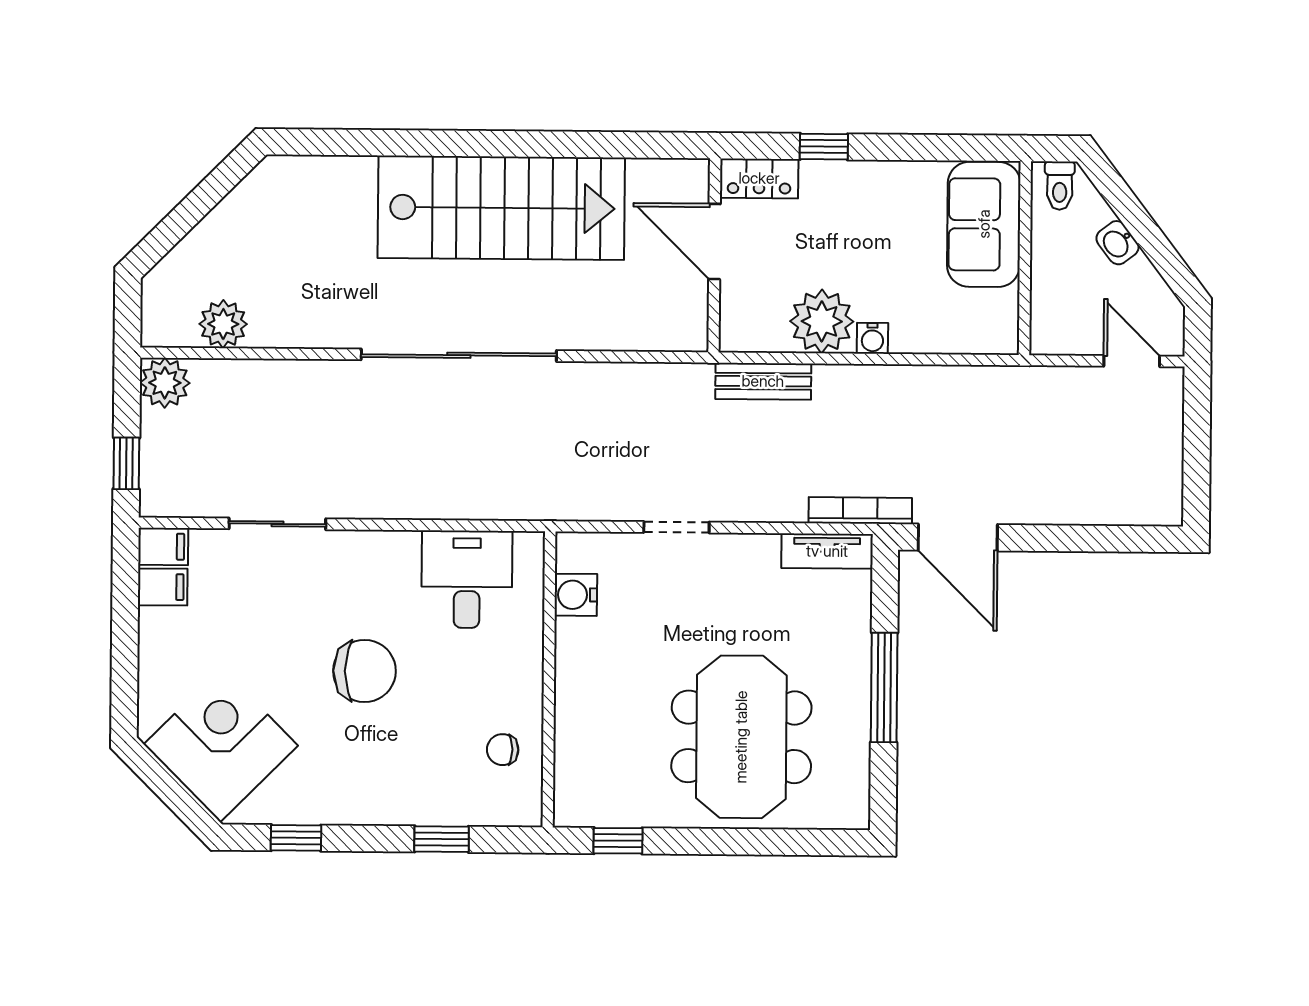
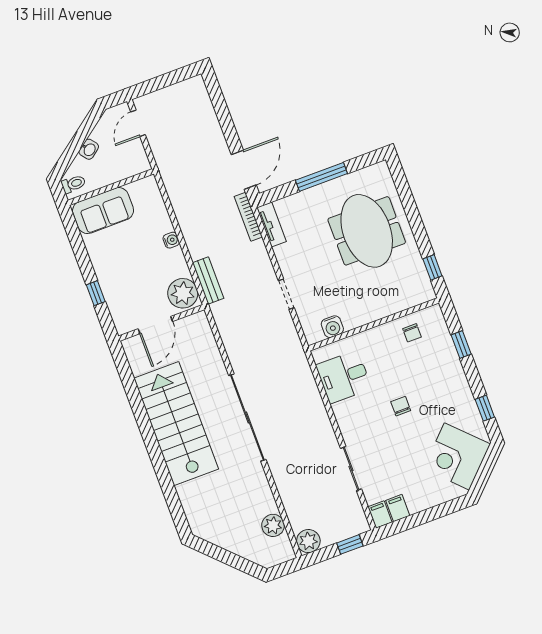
locker: (759, 178) -> (120, 316), removed
plant: (822, 321) -> (183, 293), moved
chair: (364, 671) -> (401, 406), width x0.54, depth x0.54
meeting table: (741, 737) -> (367, 231), turned 90

